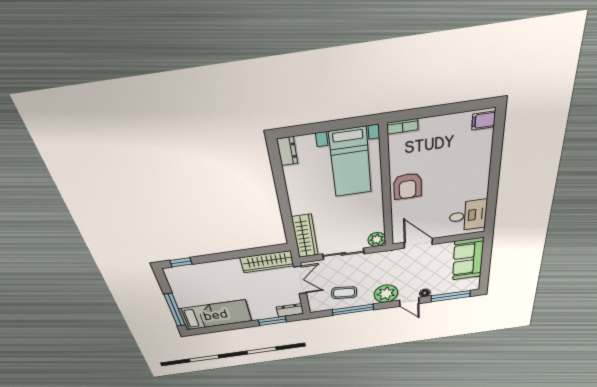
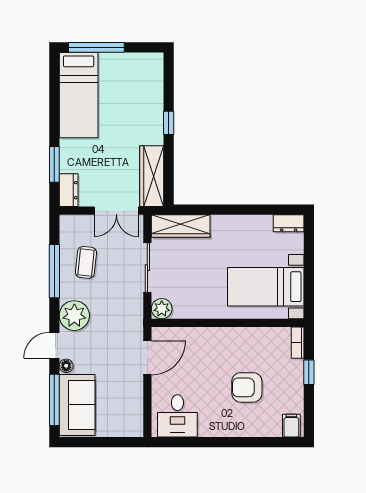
window: (432, 111) -> (309, 372), added
armchair: (408, 186) -> (247, 387), moved
sofa: (468, 259) -> (77, 405), moved, turned 90
window: (181, 262) -> (169, 123), moved

